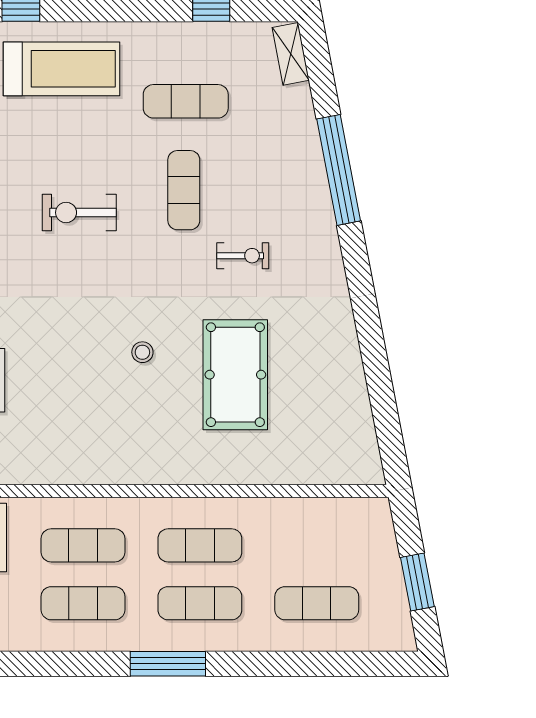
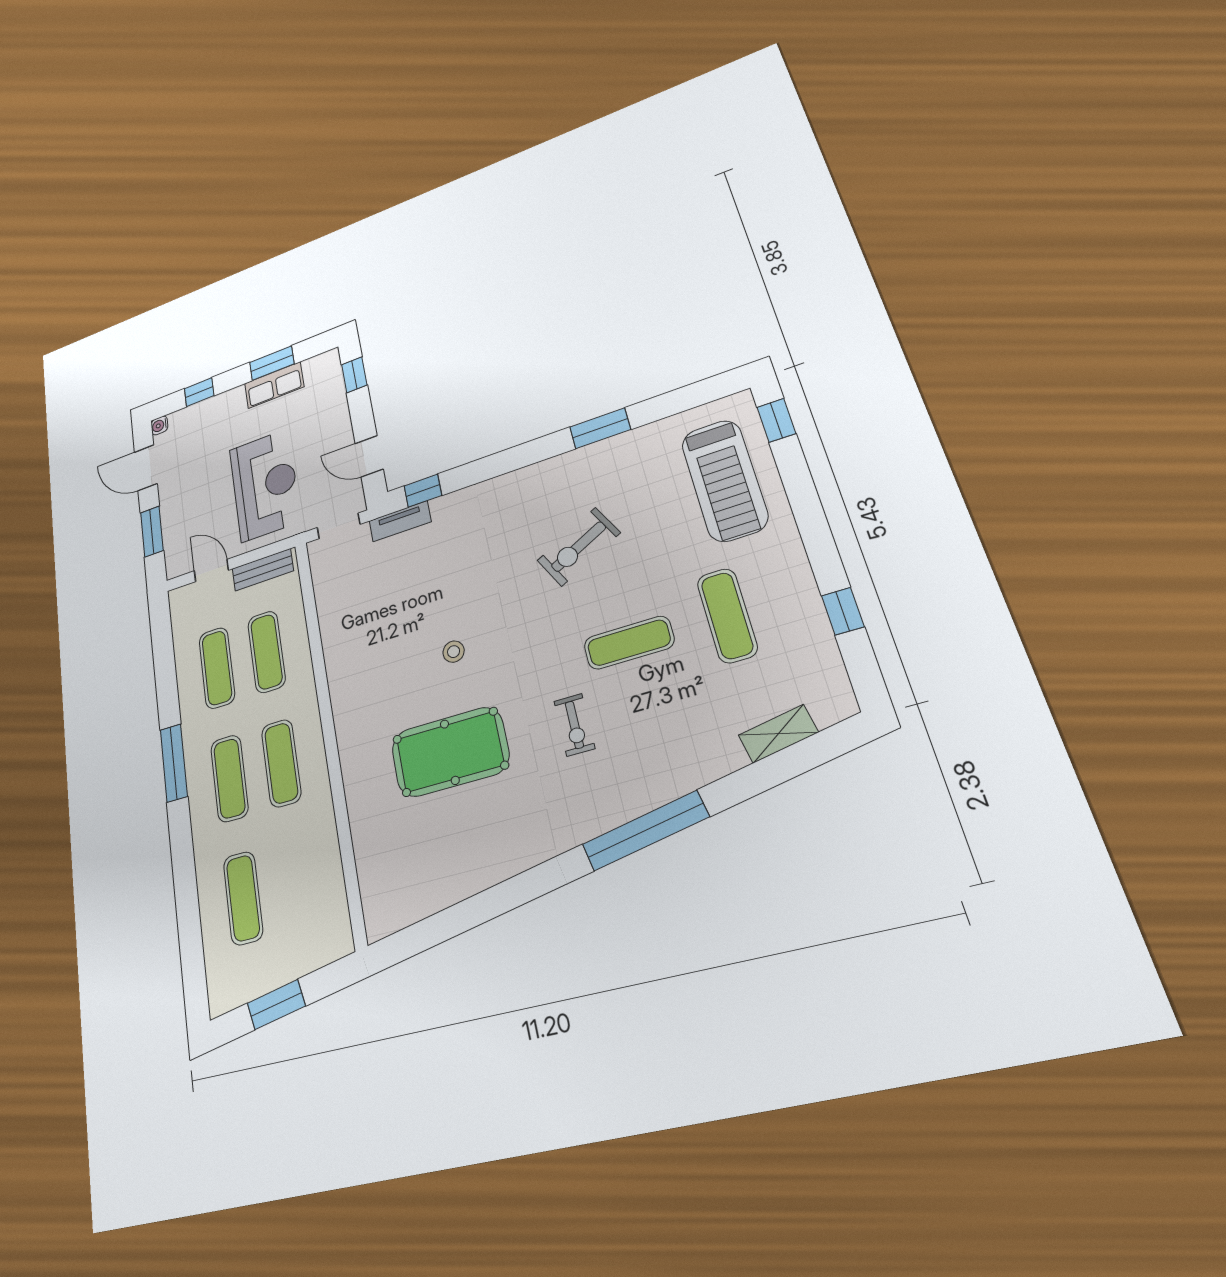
shelving: (291, 54) -> (778, 734), moved
window: (339, 170) -> (645, 831), moved
exercise bike: (79, 213) -> (579, 547), turned -117

